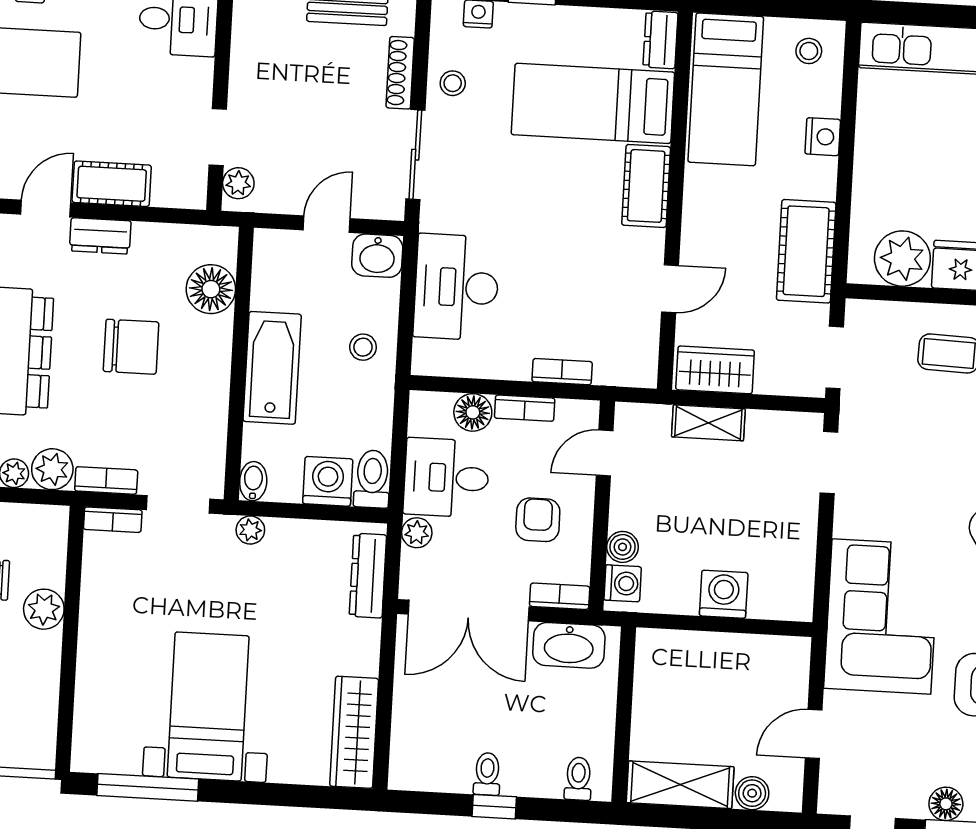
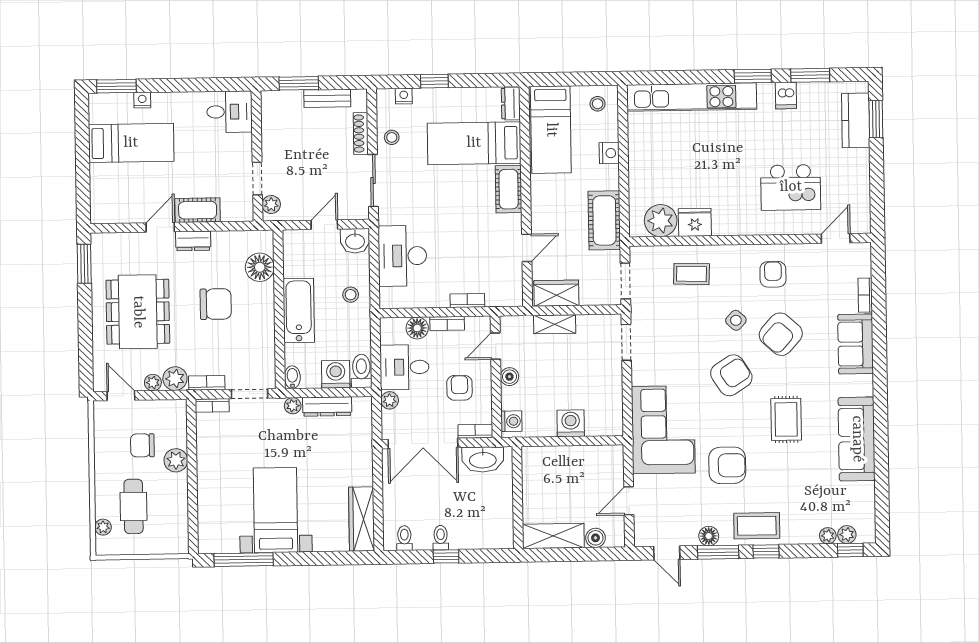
boiler: (622, 547) -> (509, 377), moved
dresser: (368, 576) -> (327, 406), moved, turned -90
toilet: (578, 779) -> (404, 538), moved

